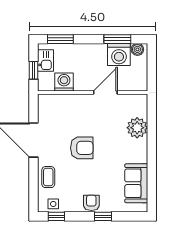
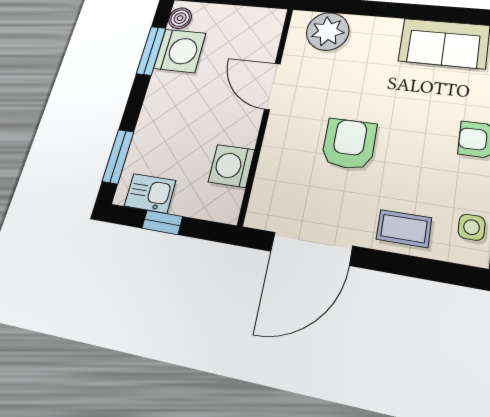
washing machine: (64, 82) -> (231, 166), moved
wall: (93, 93) -> (267, 111), moved
door: (105, 93) -> (272, 86), moved

